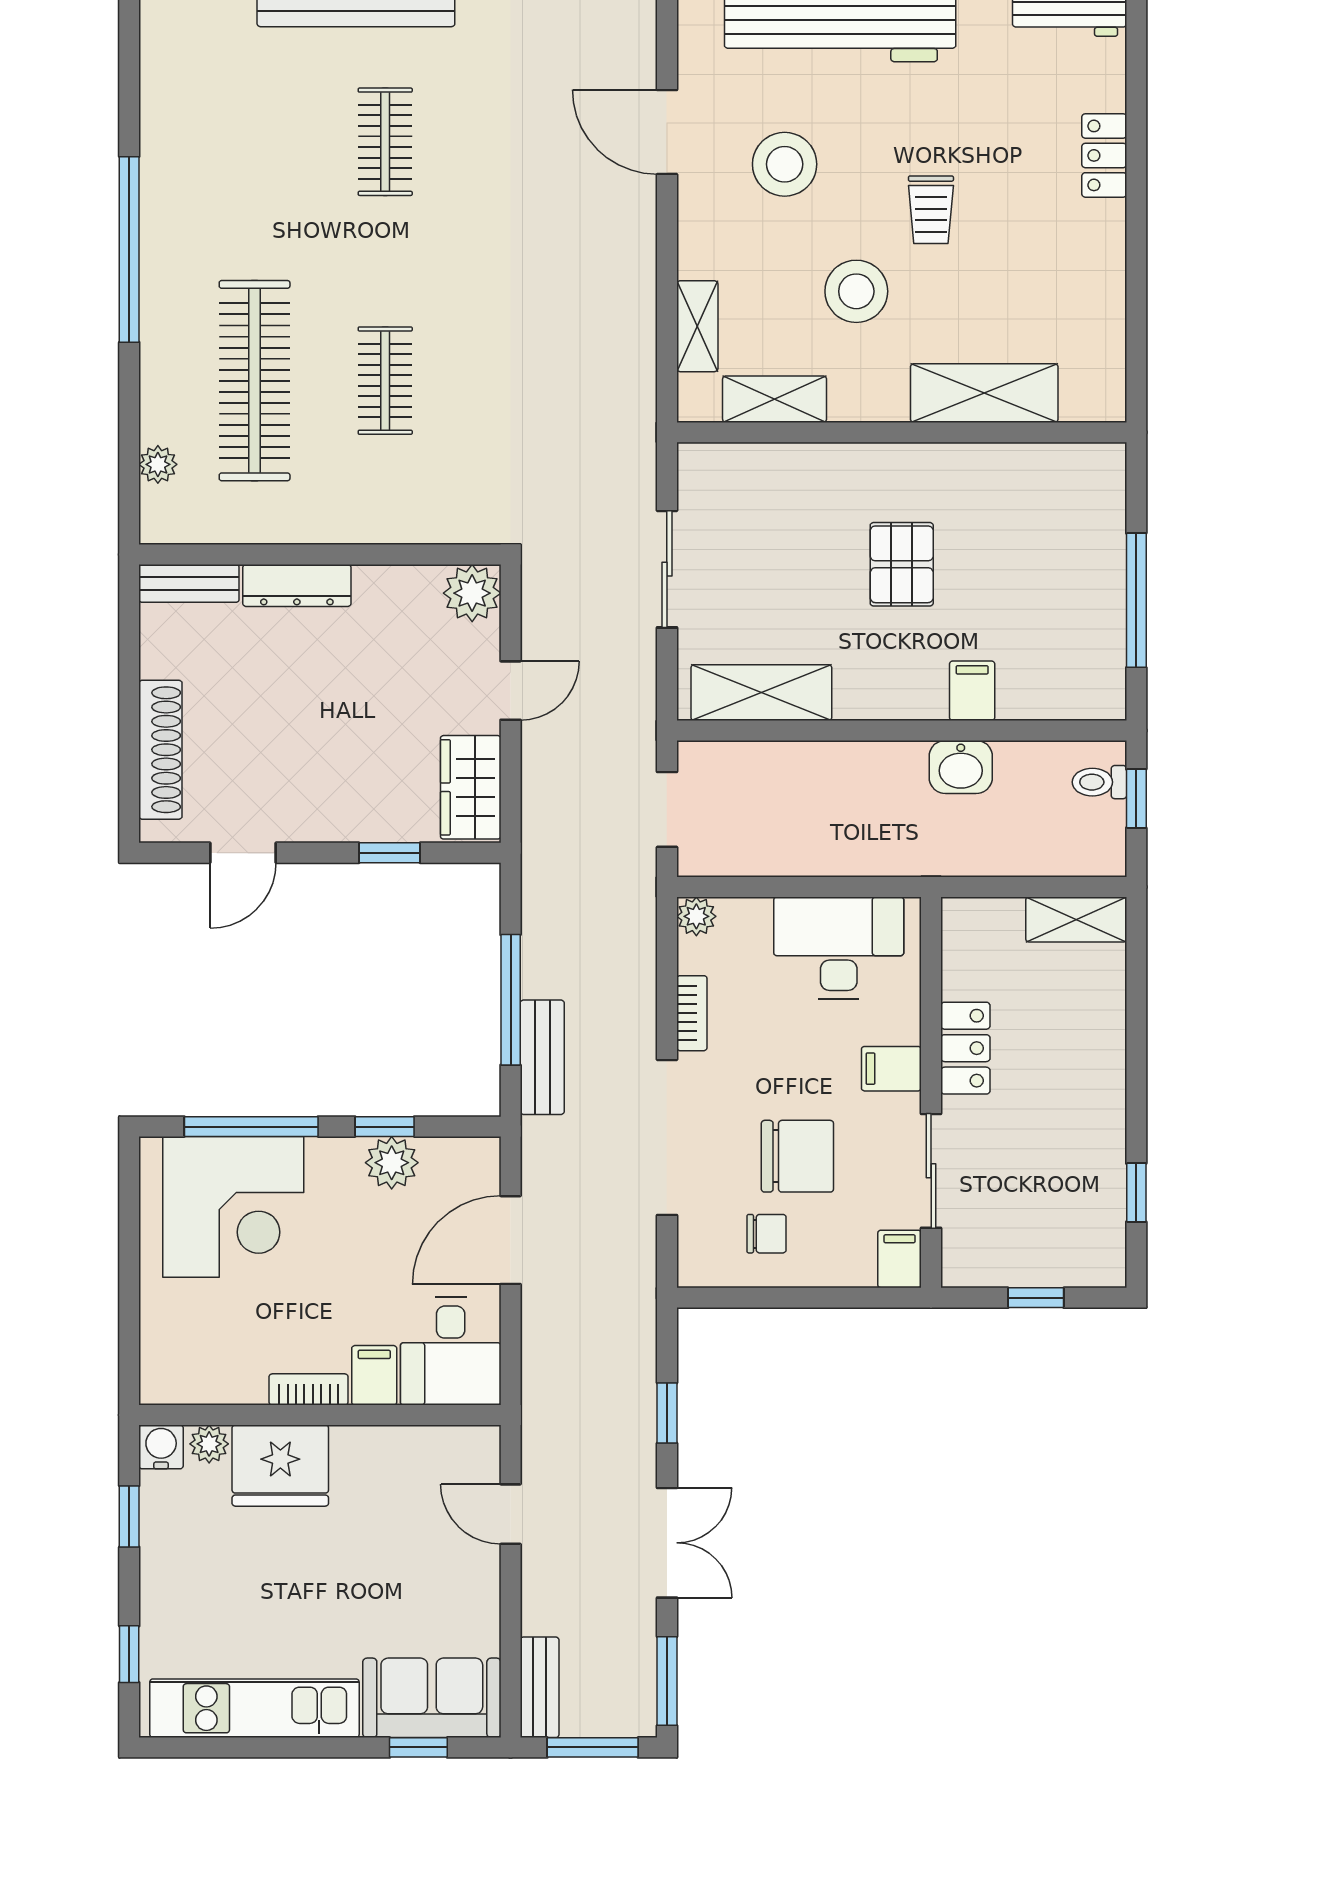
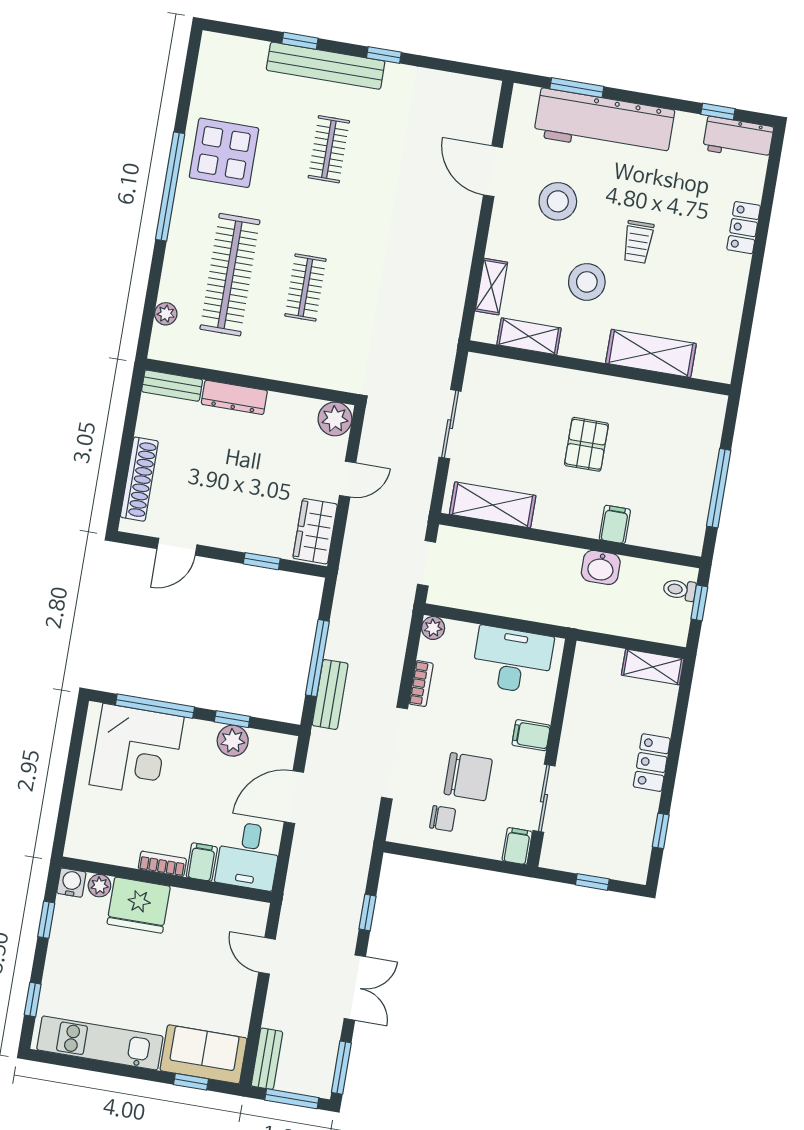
display table: (210, 178) -> (224, 153), added
locker: (965, 1048) -> (652, 763), moved, turned 180

